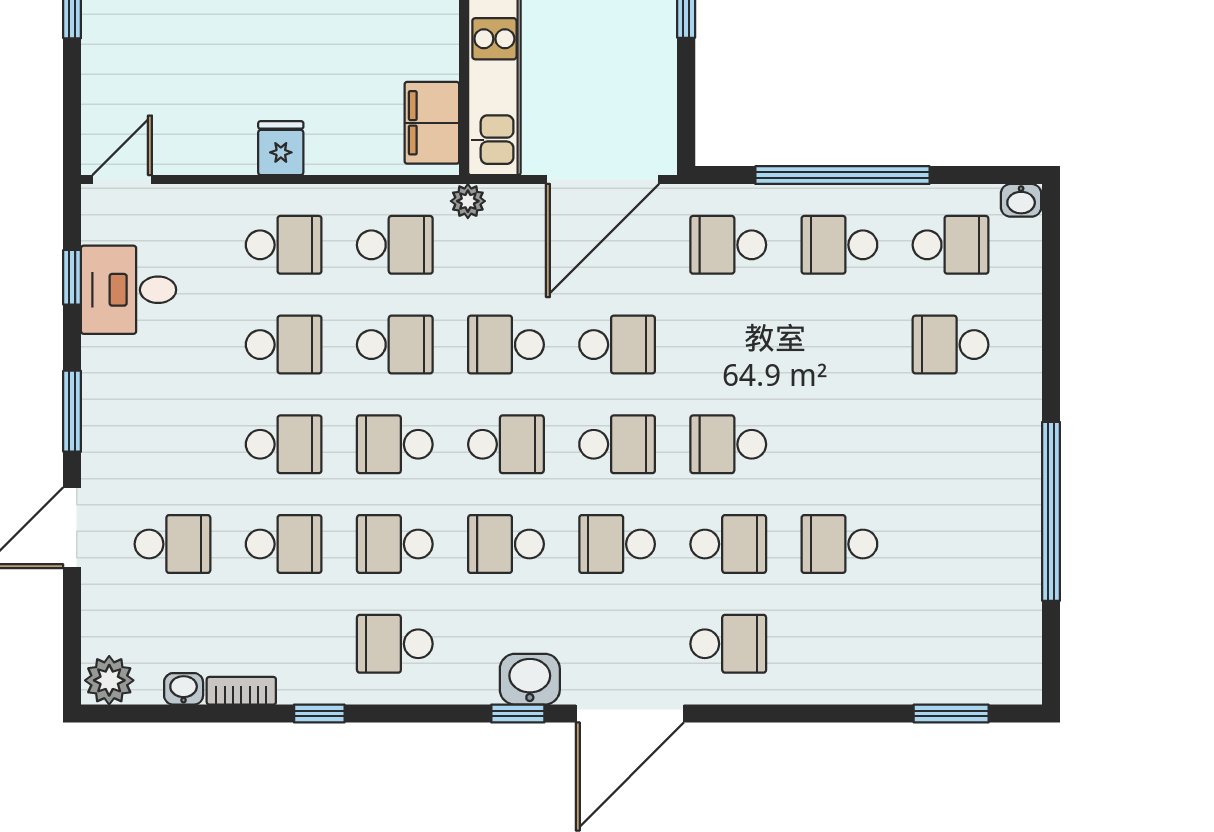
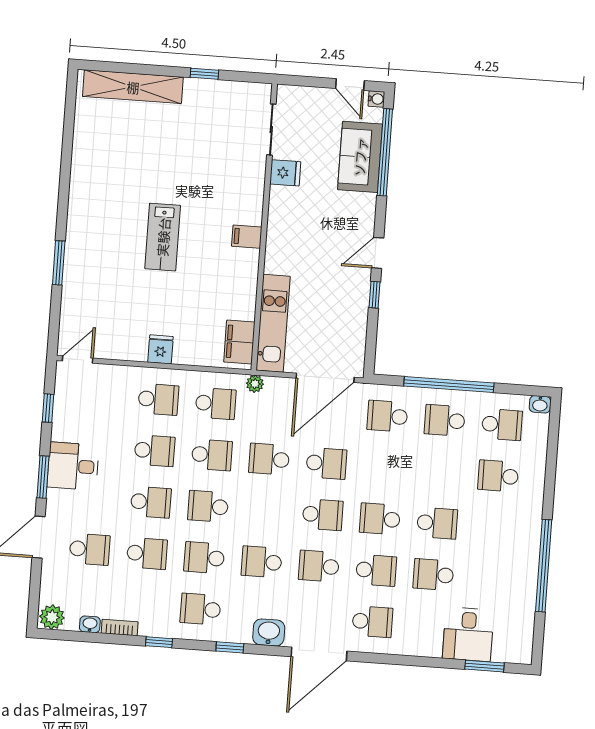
desk: (129, 290) -> (73, 466), moved
school desk: (506, 444) -> (437, 523), moved
desk: (915, 655) -> (468, 634), added
window: (518, 713) -> (230, 647), moved

